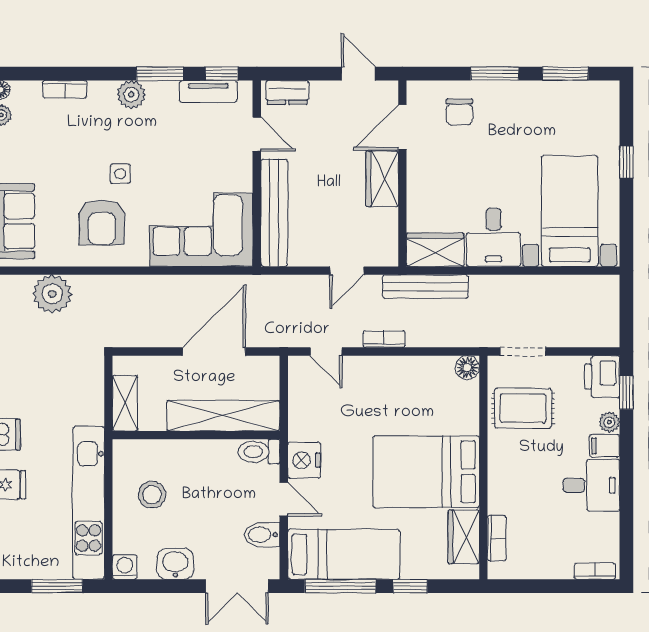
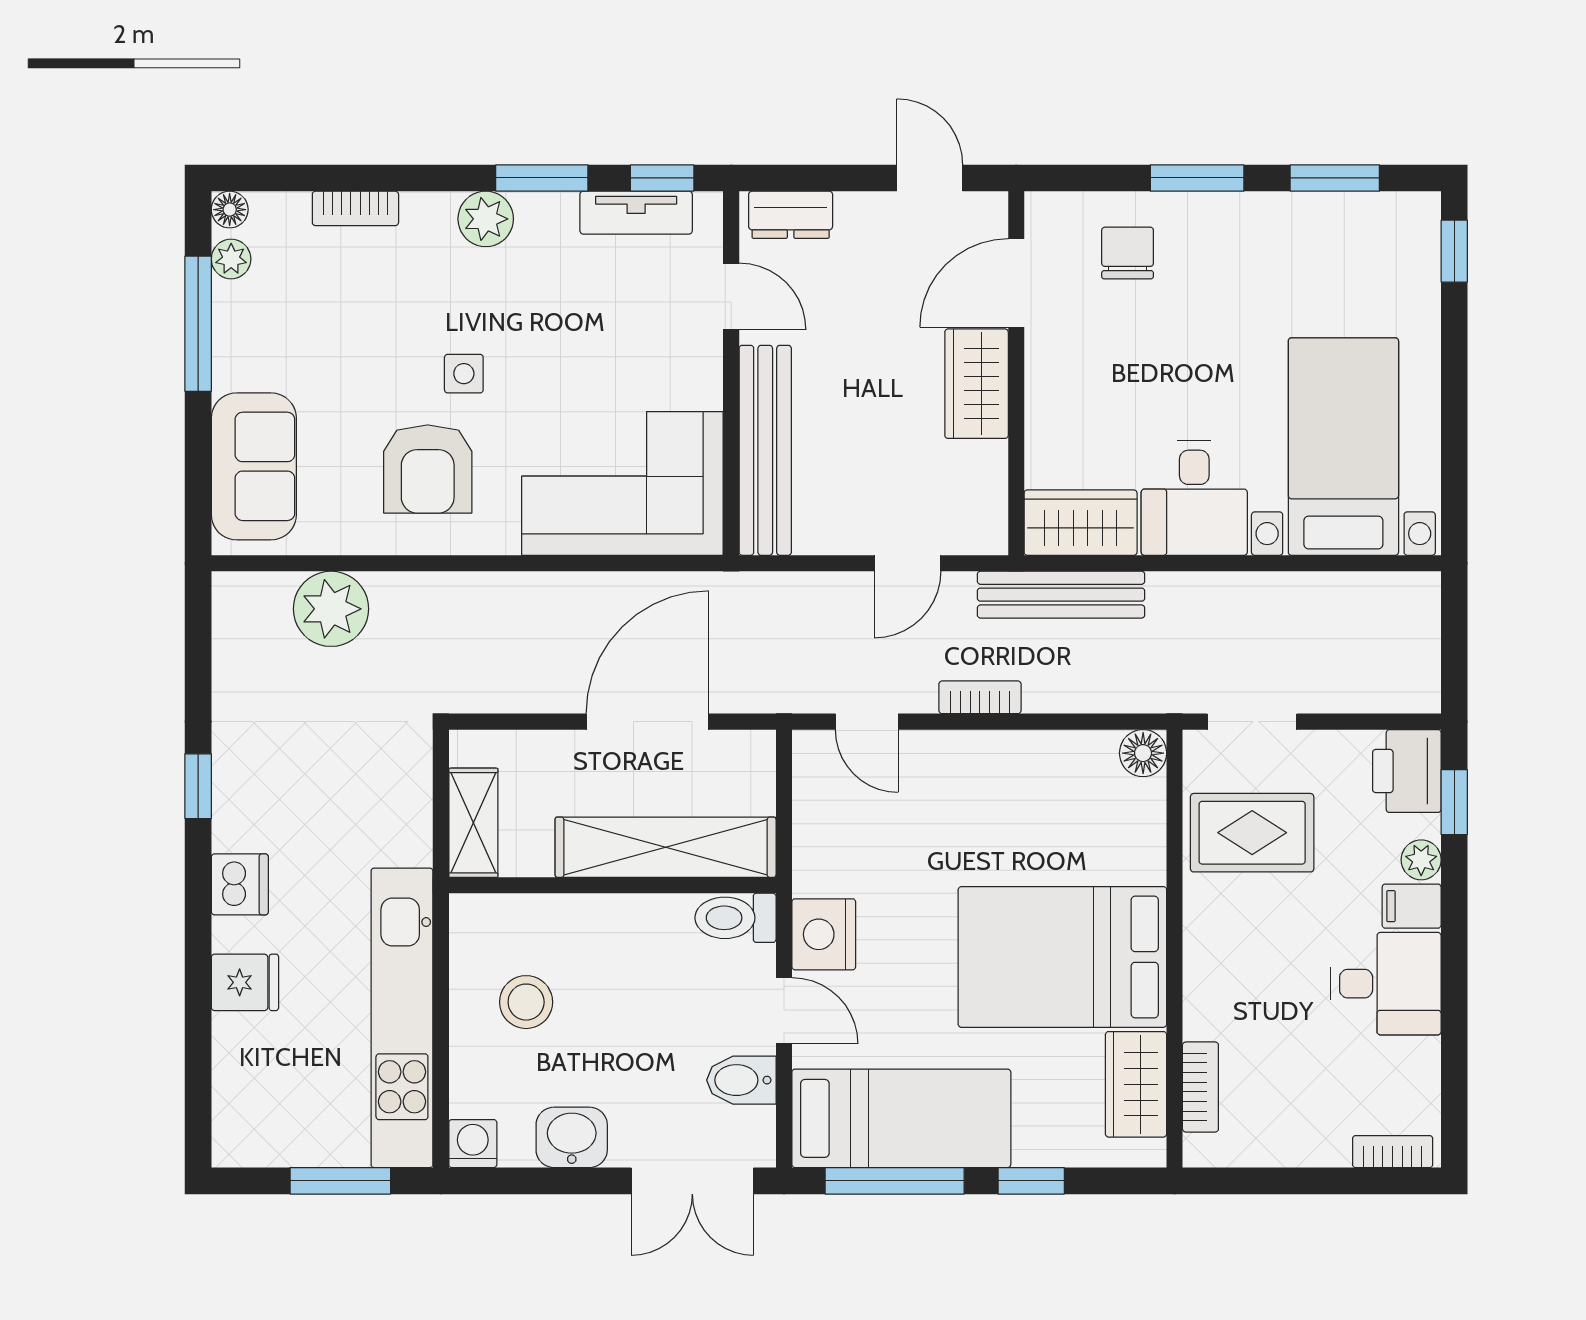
chair: (459, 112) -> (1128, 253), turned 180
window: (626, 162) -> (1454, 251), moved

